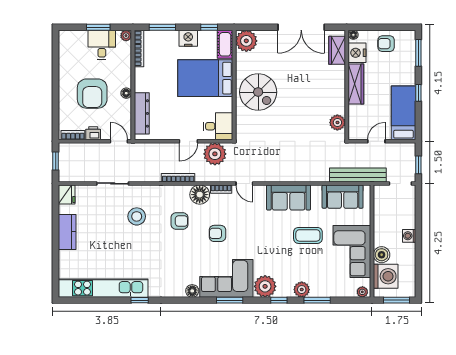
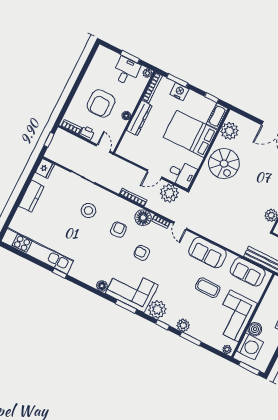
nightstand: (188, 38) -> (179, 92), moved
plant: (246, 41) -> (229, 131), moved
dresser: (142, 113) -> (139, 118), moved
armchair: (179, 221) -> (118, 230), turned -94

